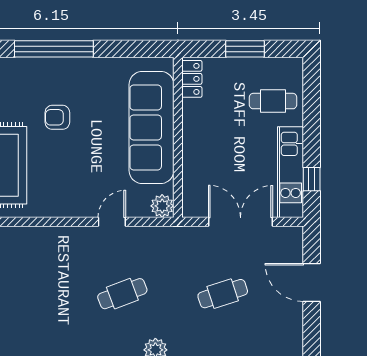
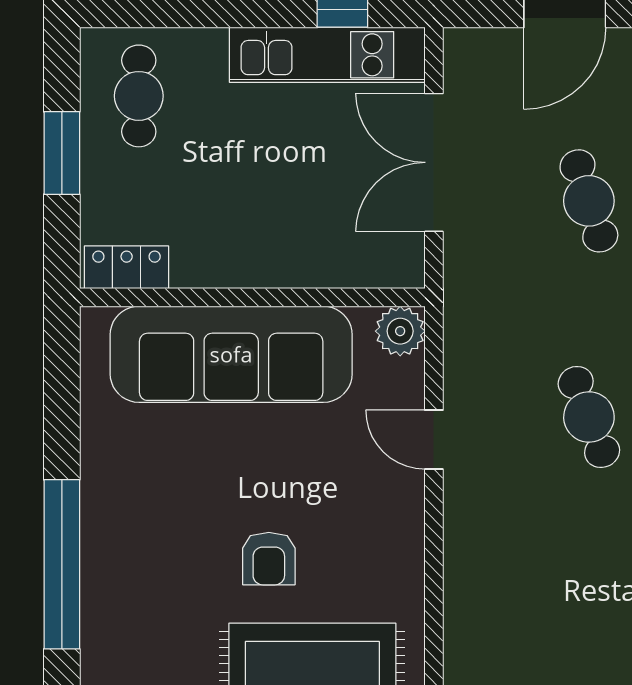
cafe table: (273, 101) -> (139, 96), moved
armchair: (57, 117) -> (269, 559), moved

